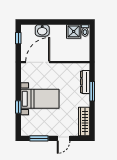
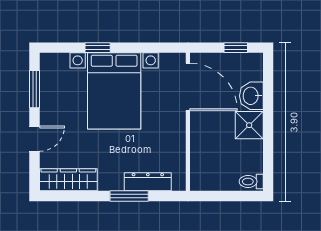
shower: (74, 31) -> (249, 125), moved
bed with nightstands: (40, 99) -> (114, 91), width x1.36
door: (64, 138) -> (34, 139), swing flipped

